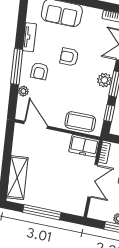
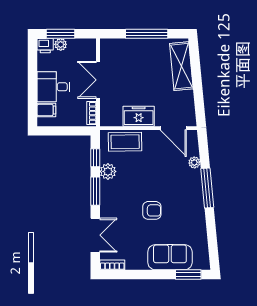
tv unit: (29, 37) -> (200, 223), removed
armchair: (39, 71) -> (181, 188), removed
plant: (104, 80) -> (108, 171), moved
freezer: (84, 146) -> (139, 116), moved

